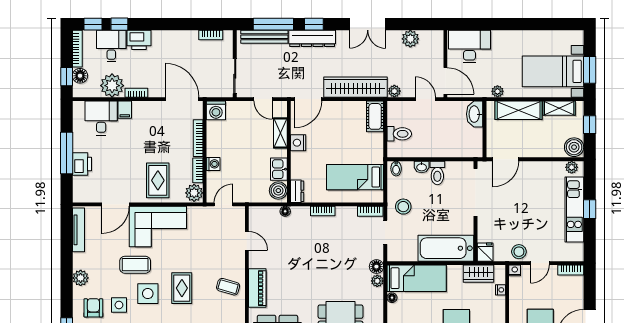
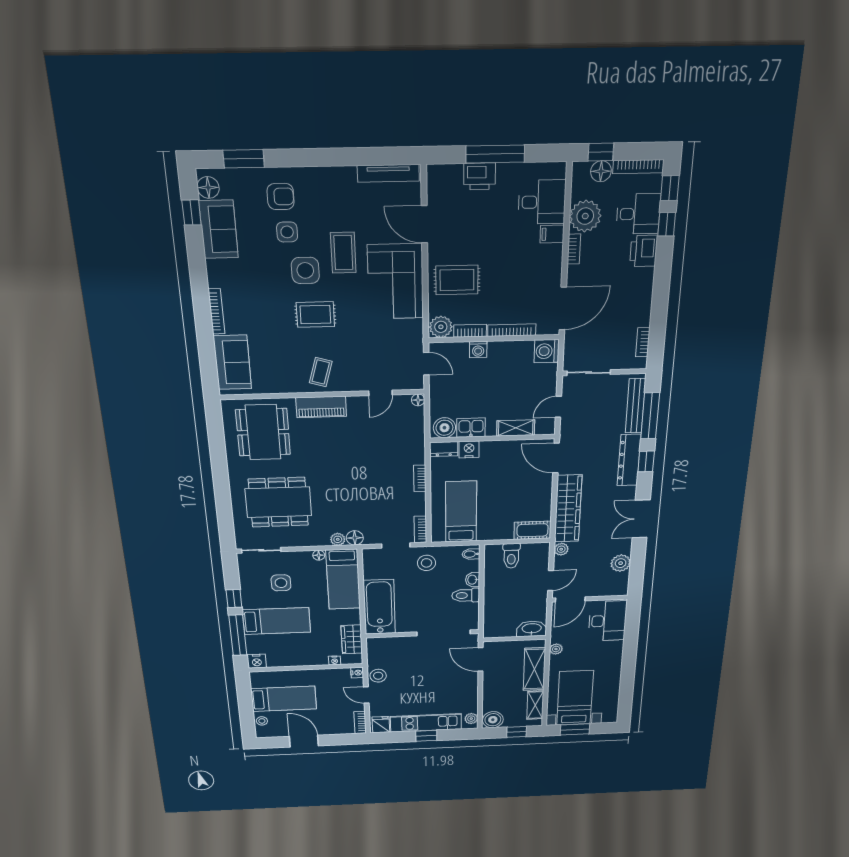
nightstand: (298, 143) -> (469, 449), moved
floor lamp: (285, 211) -> (418, 400), moved
fridge: (485, 252) -> (381, 725), moved, turned -90
plant: (81, 278) -> (321, 177), removed

